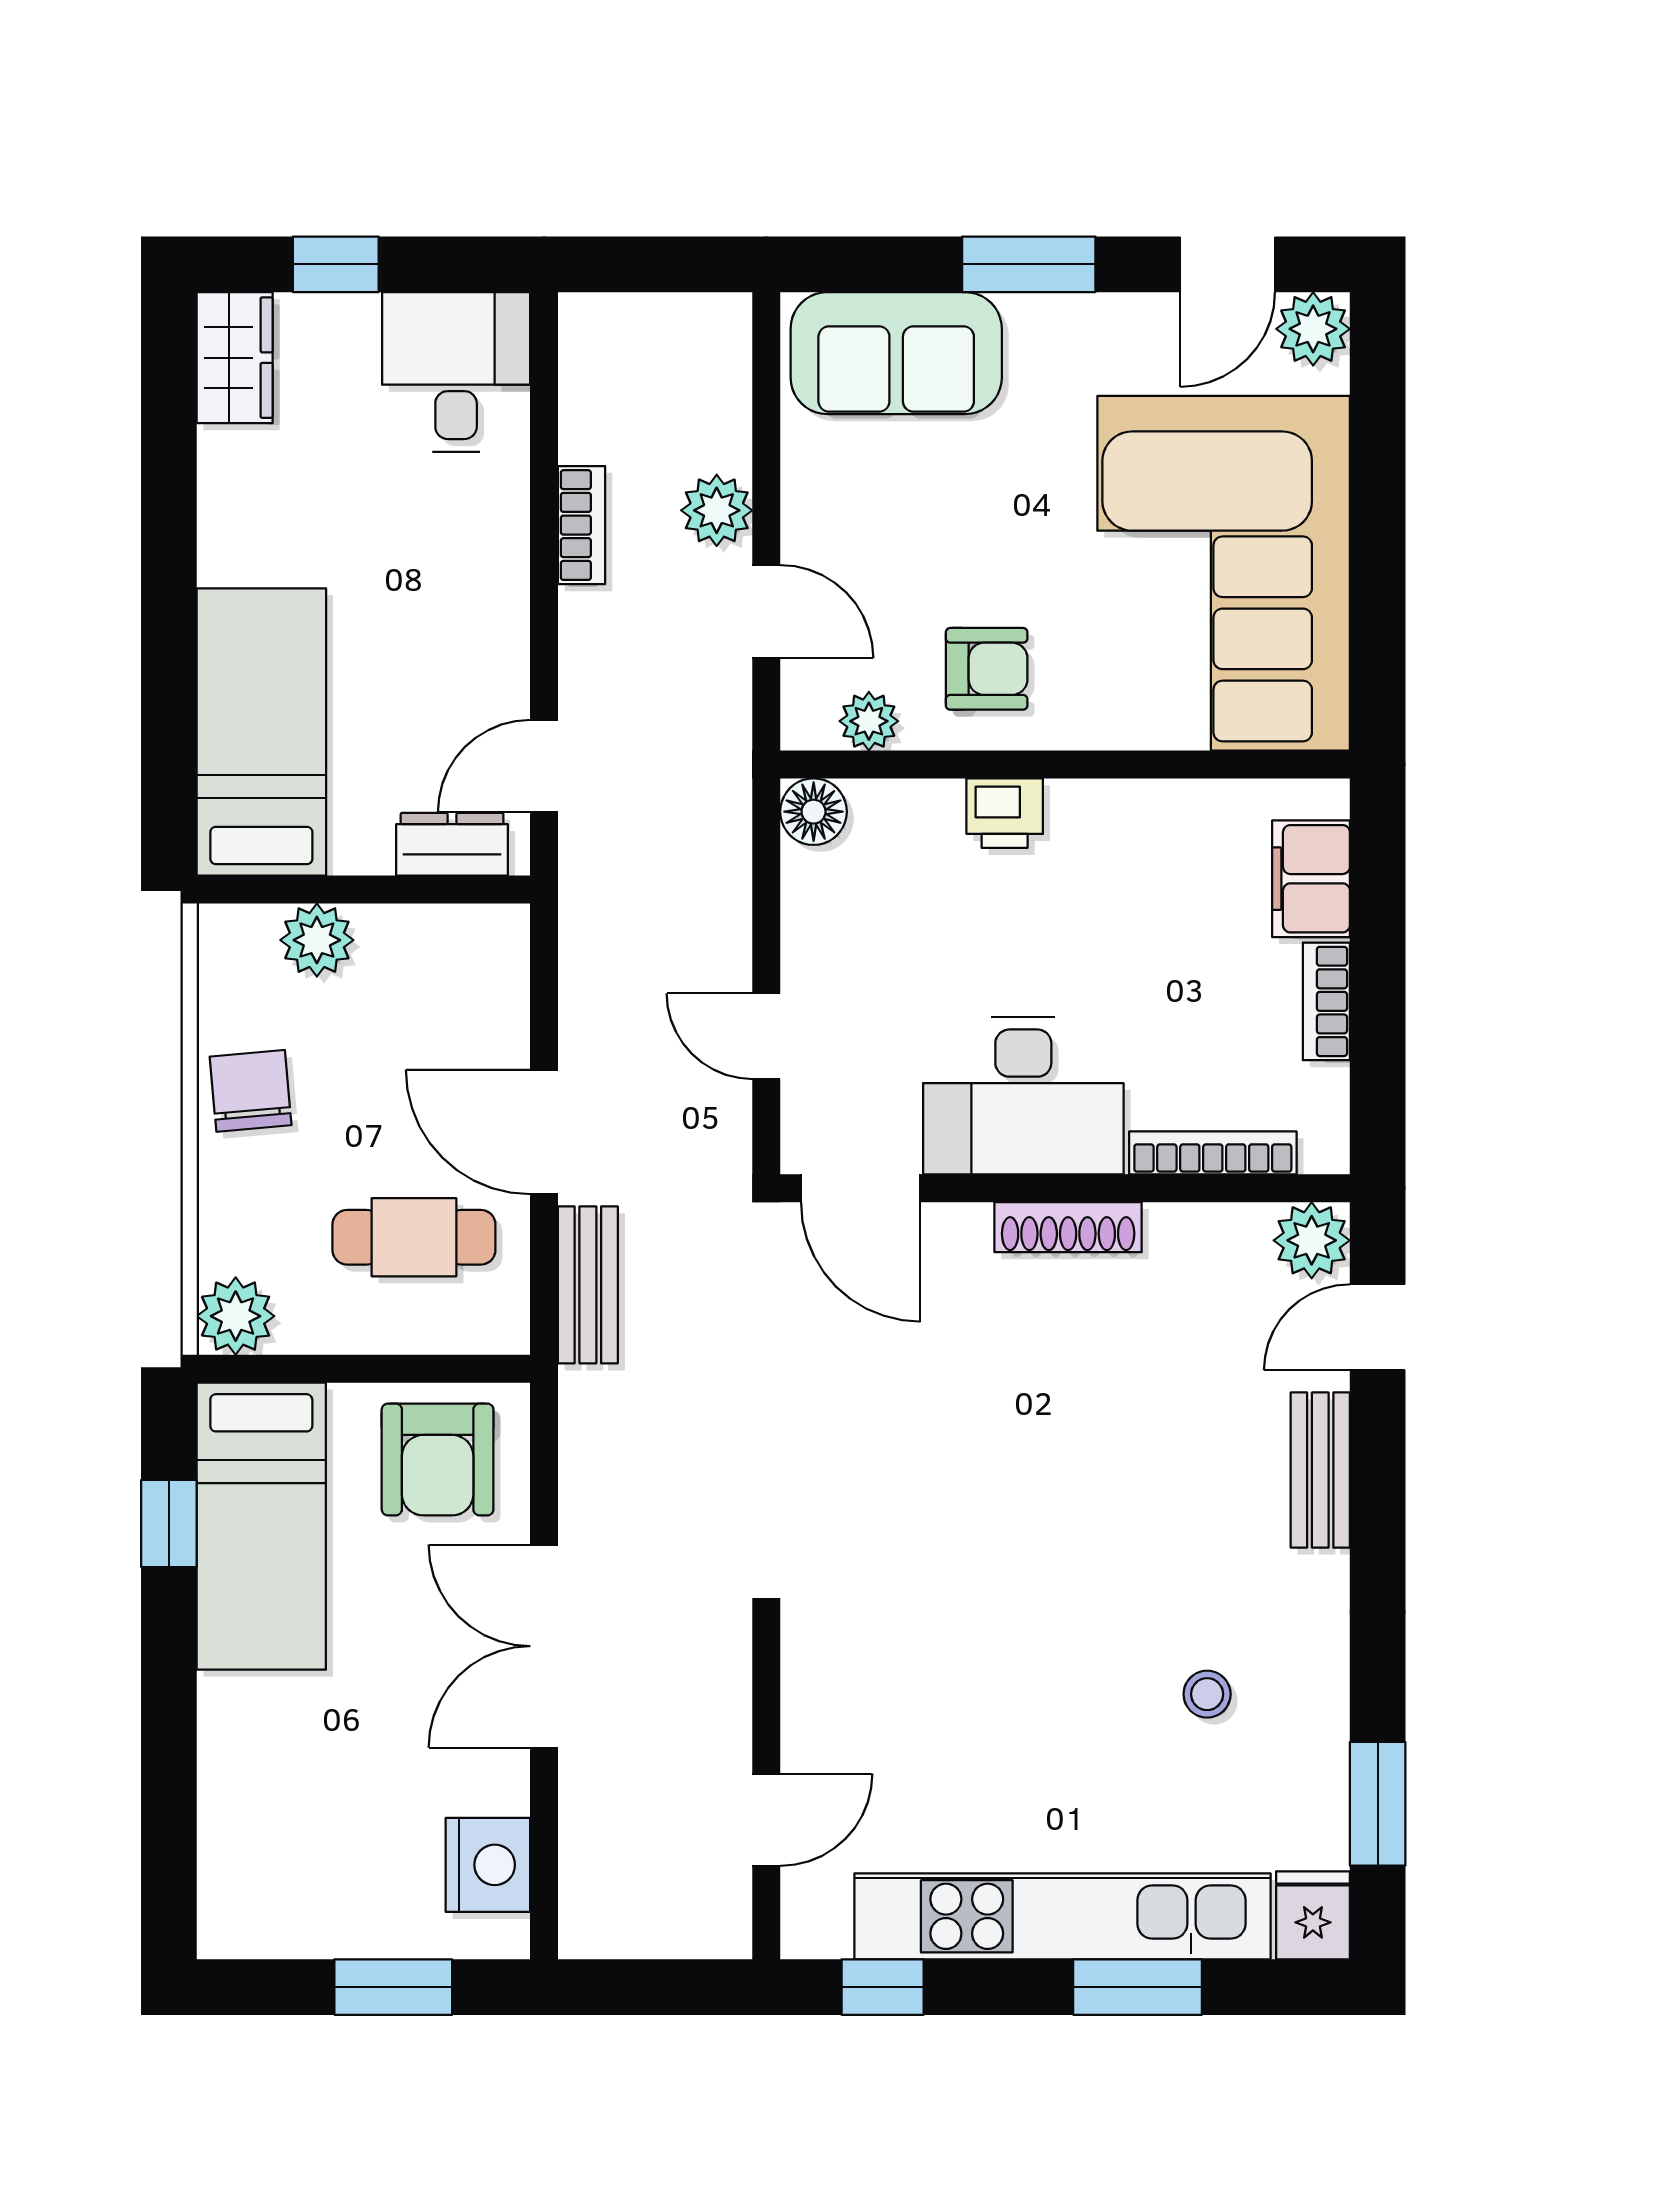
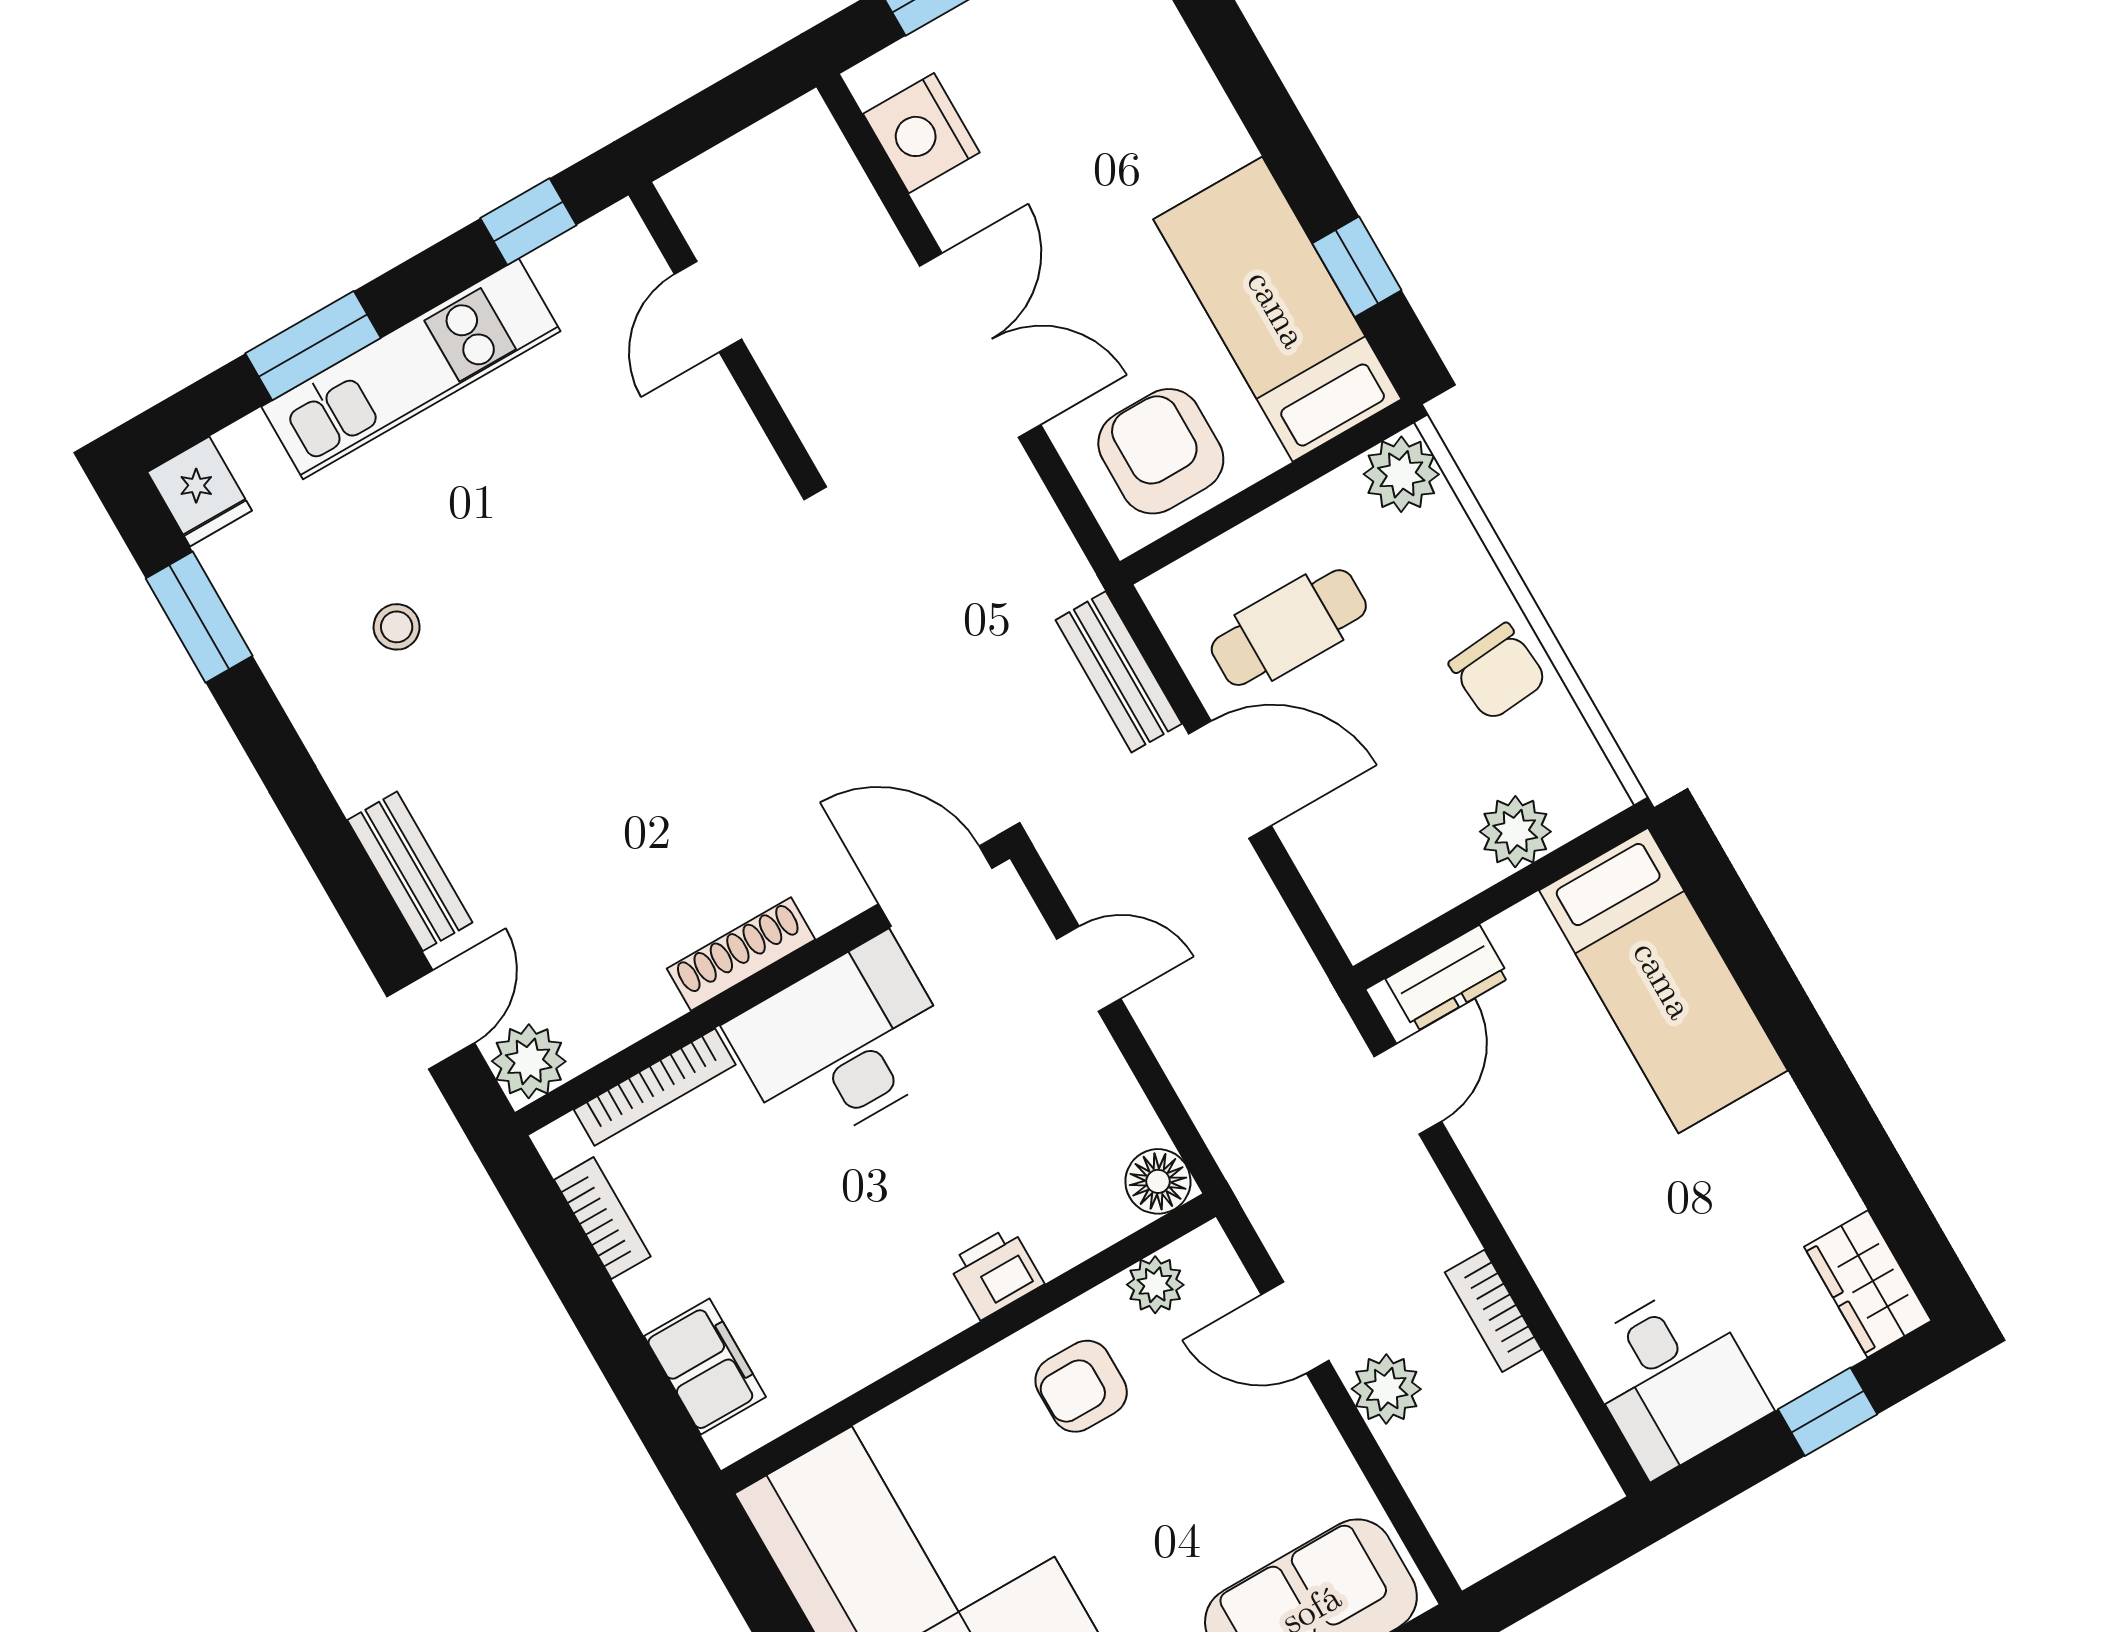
bookcase: (1326, 1001) -> (602, 1218), moved
kitchen unit: (1062, 1916) -> (411, 369), width x0.73

